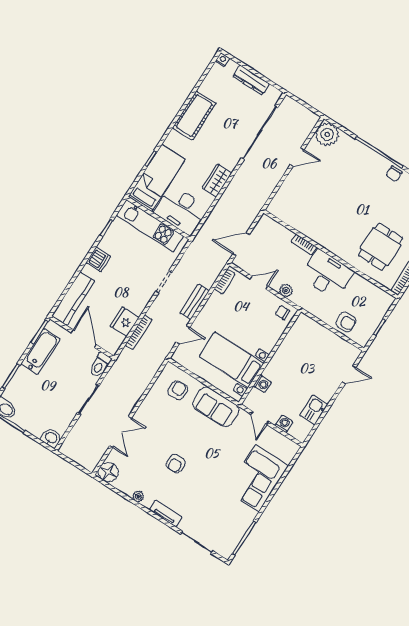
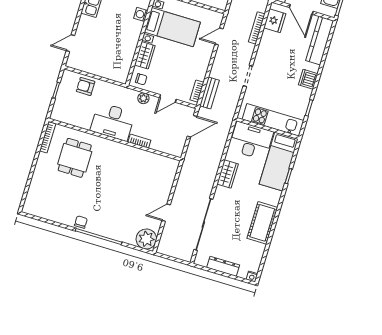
bench: (194, 302) -> (209, 93), moved
fridge: (125, 322) -> (275, 21), moved
wardrobe: (271, 338) -> (145, 55), added

